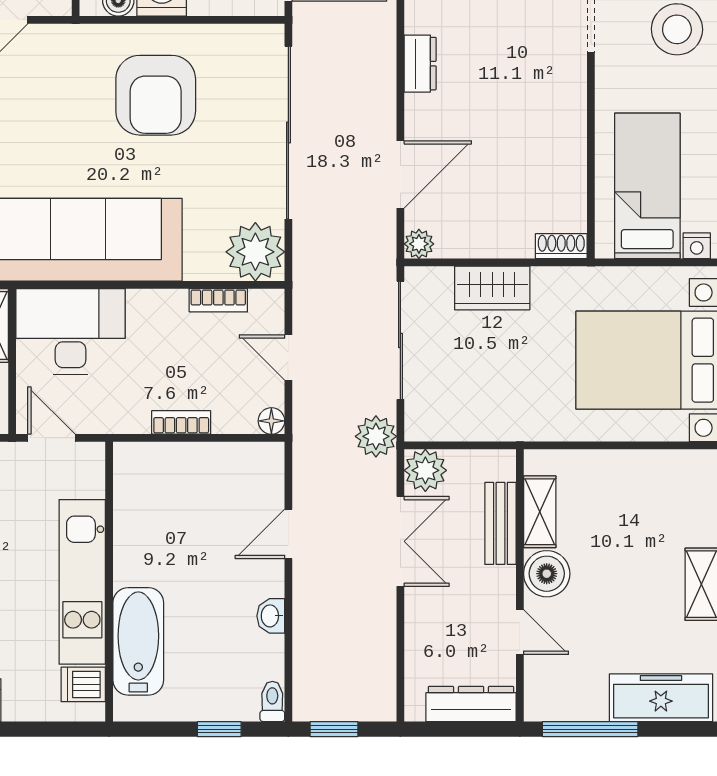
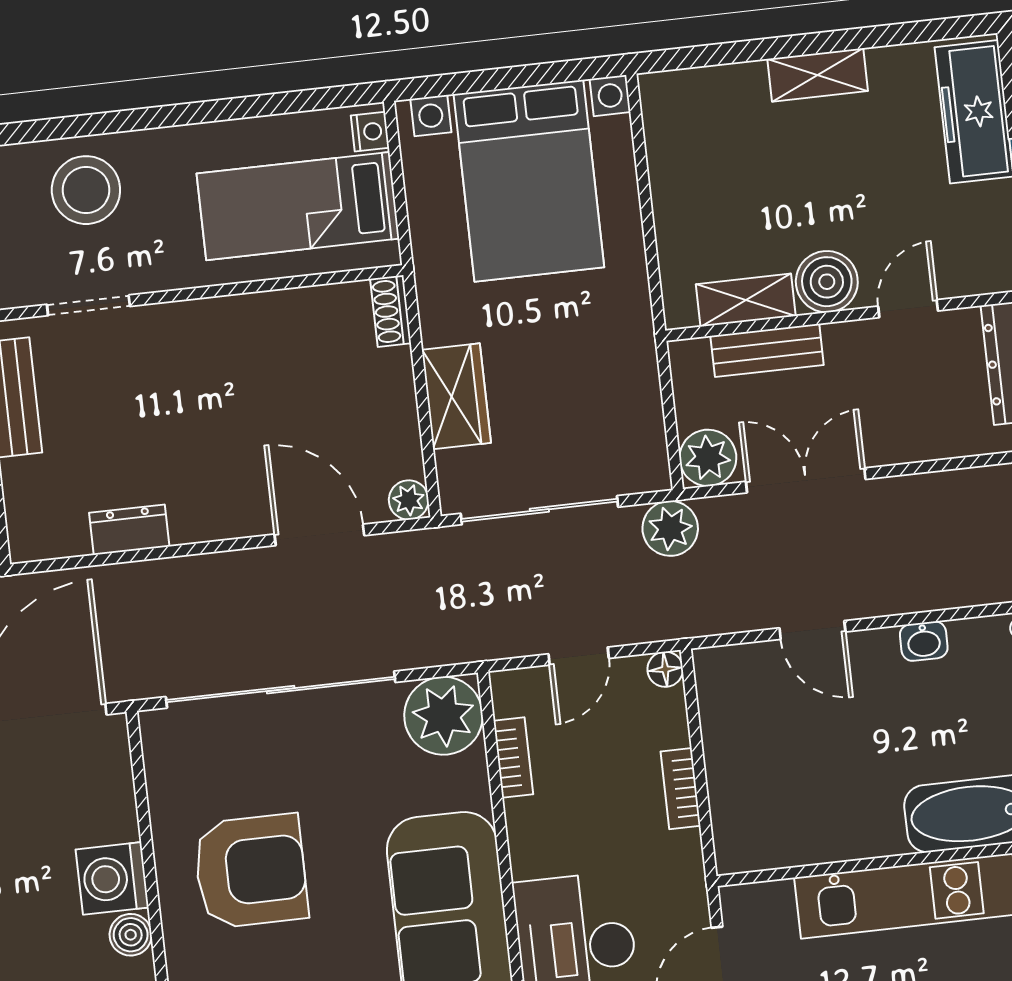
dresser: (420, 64) -> (129, 530), moved

